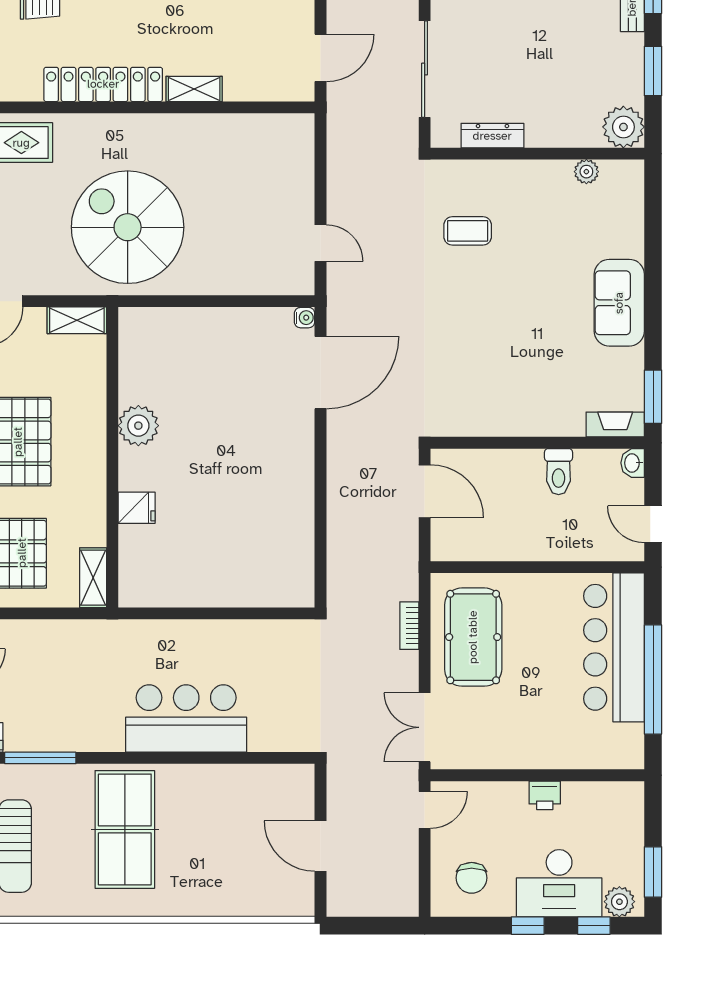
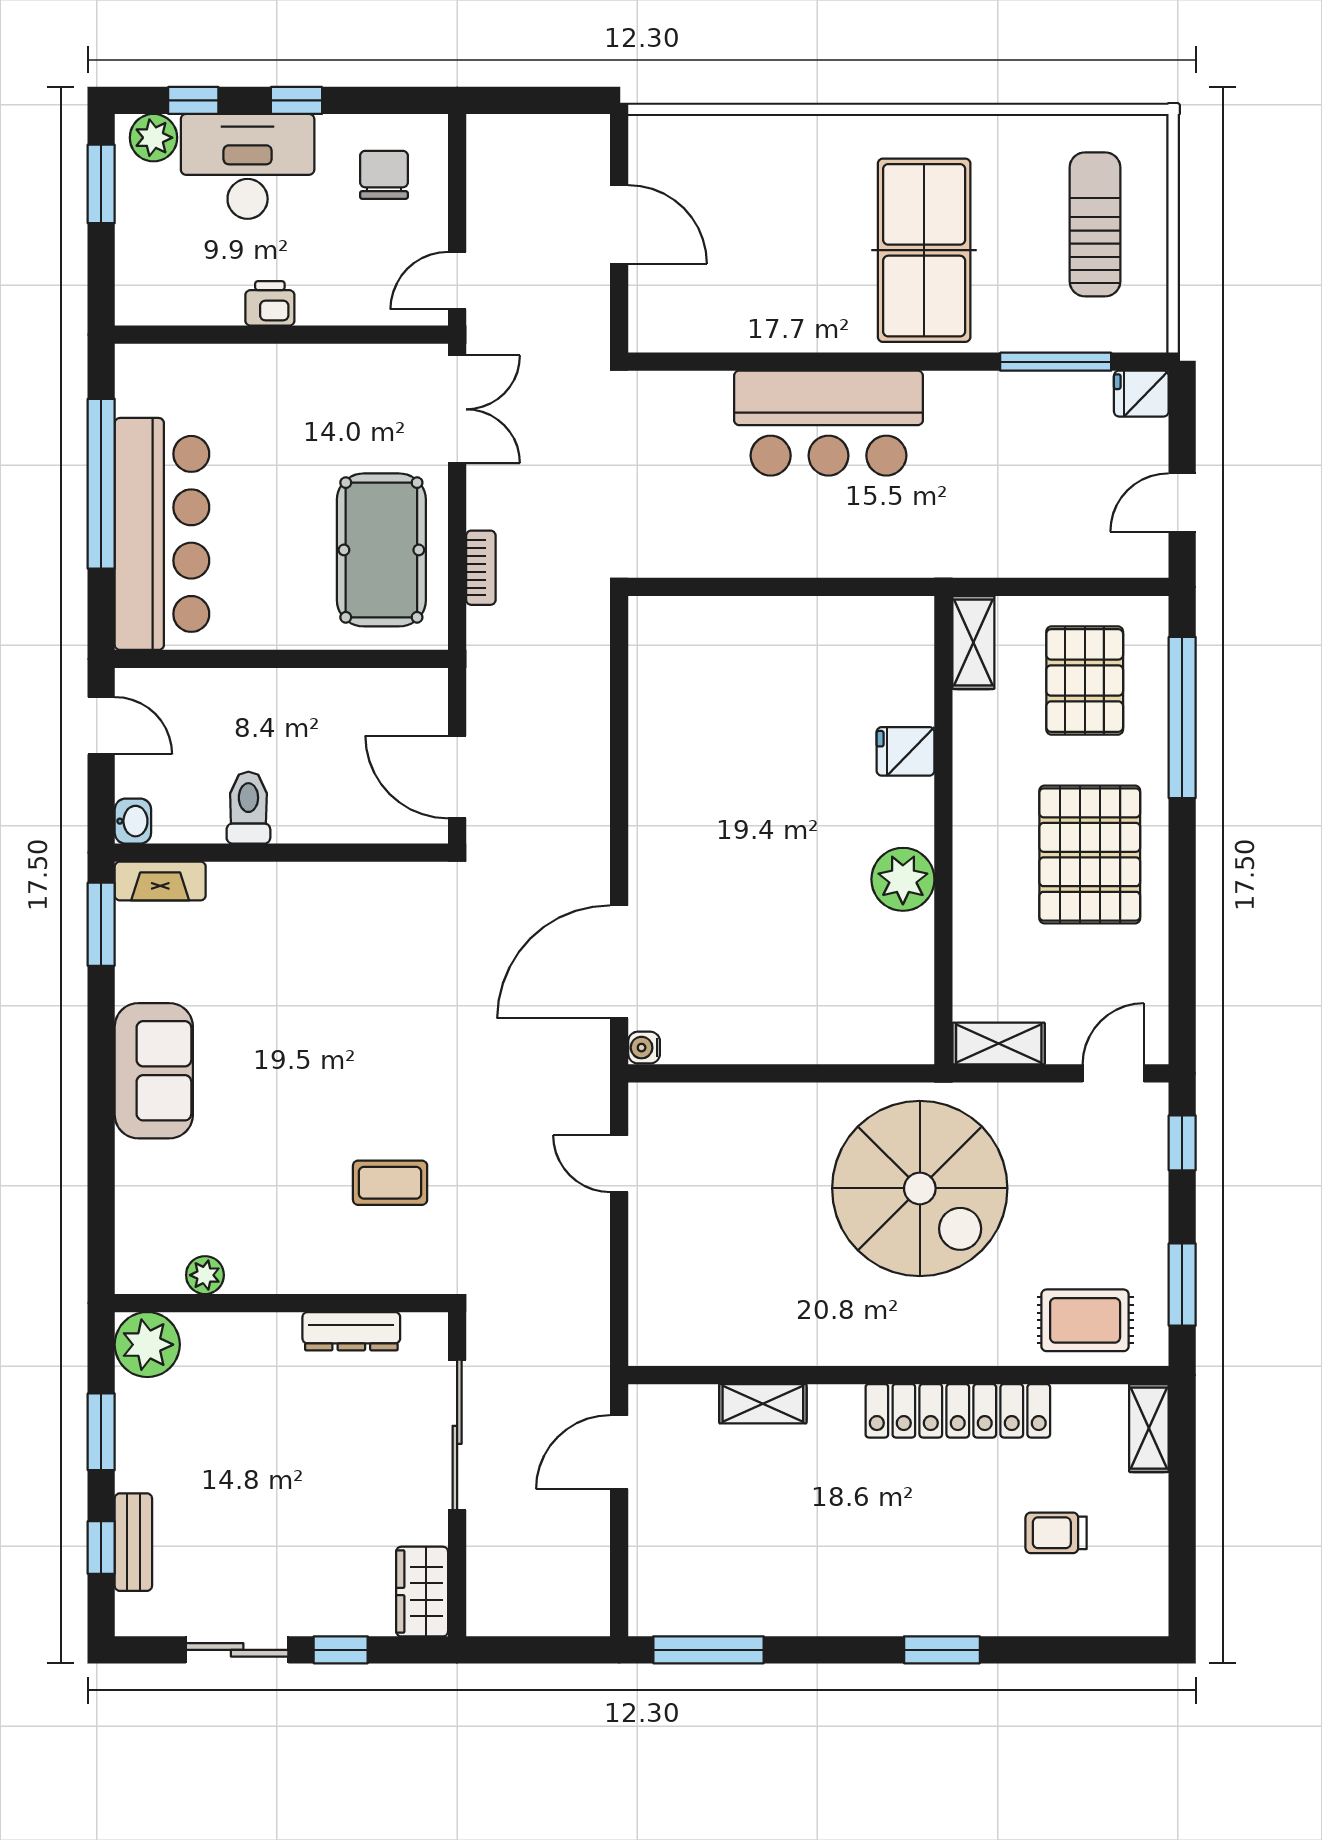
shelving: (194, 89) -> (763, 1404), moved

